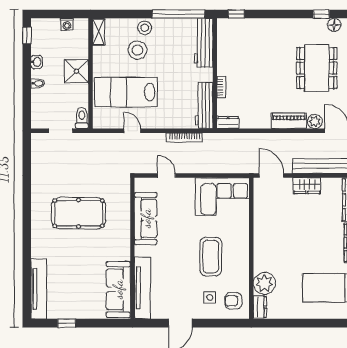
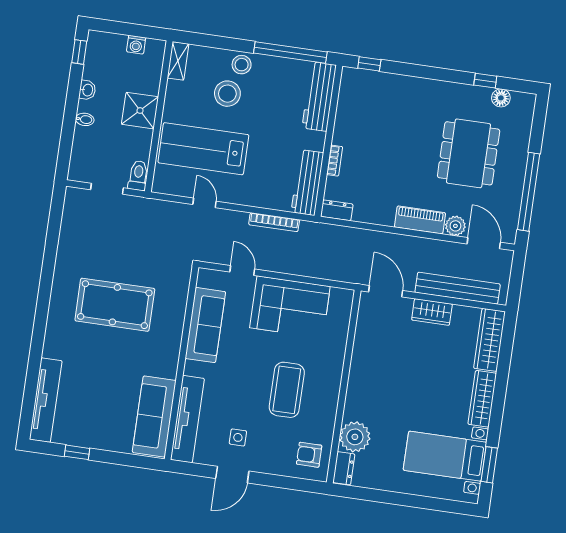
corner sofa: (222, 197) -> (290, 307), moved
side table: (210, 297) -> (238, 437), moved

